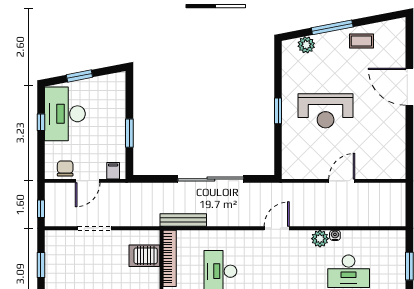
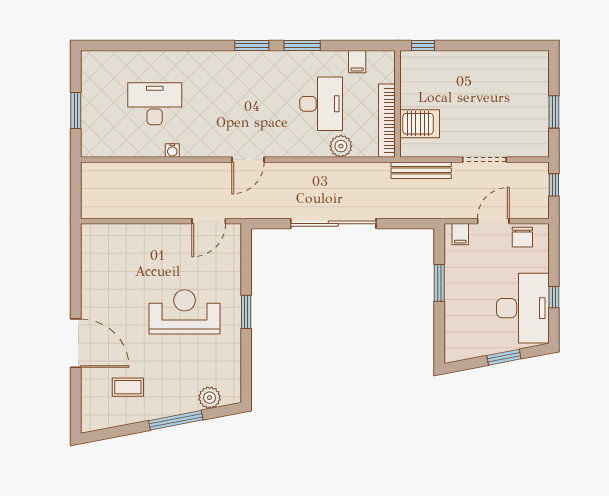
coffee table: (361, 41) -> (128, 387), moved
door: (342, 181) -> (209, 221), moved
bench: (183, 220) -> (421, 170), moved
plant: (320, 239) -> (341, 146), moved

